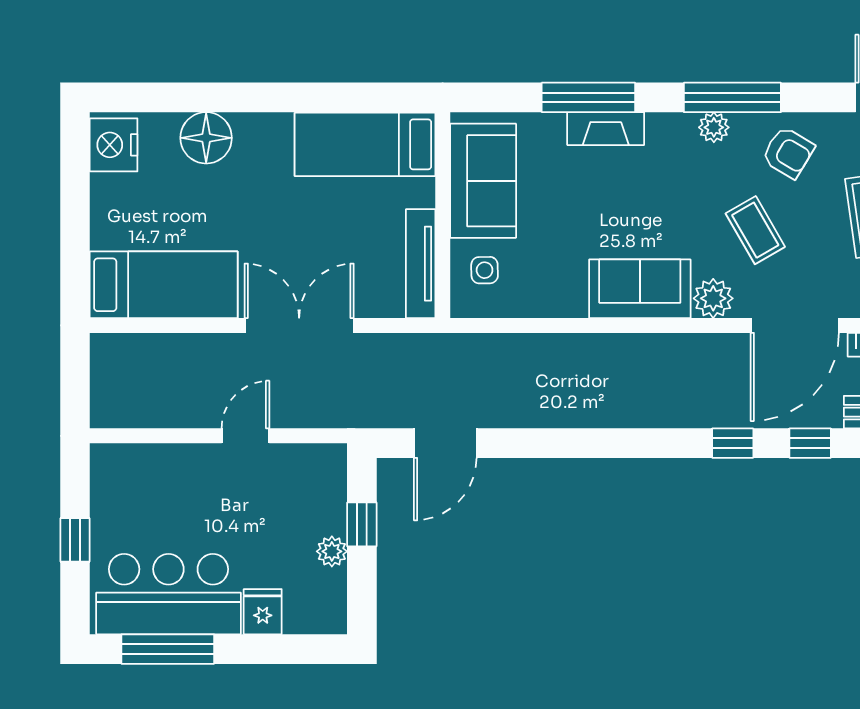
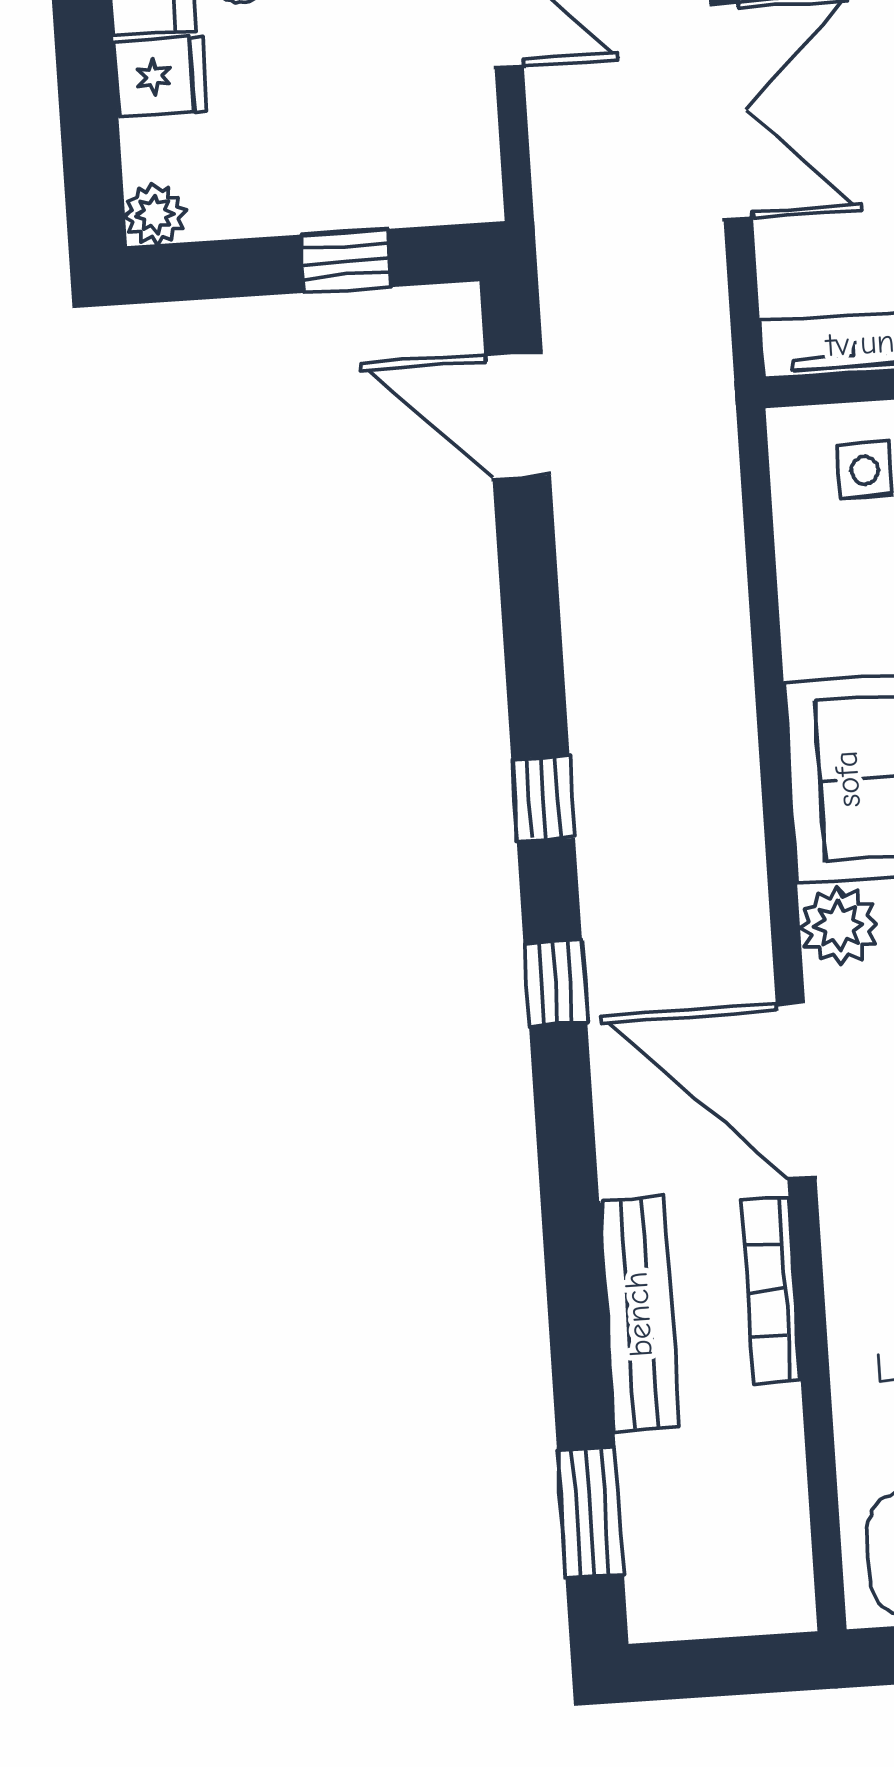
window: (810, 443) -> (543, 798), moved
plant: (332, 551) -> (155, 214), moved

